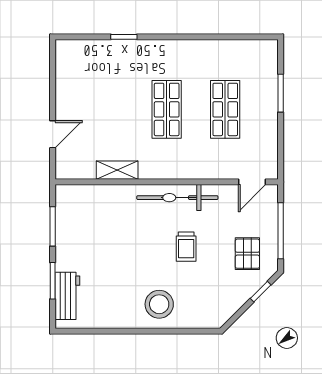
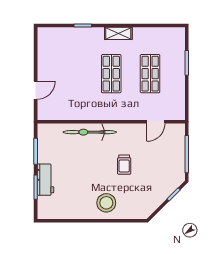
shelving: (117, 170) -> (118, 33), moved
door: (252, 182) -> (156, 122), moved
bicycle: (177, 198) -> (90, 132), moved
pallet: (247, 254) -> (165, 169), removed
workbench: (67, 296) -> (45, 180), moved

